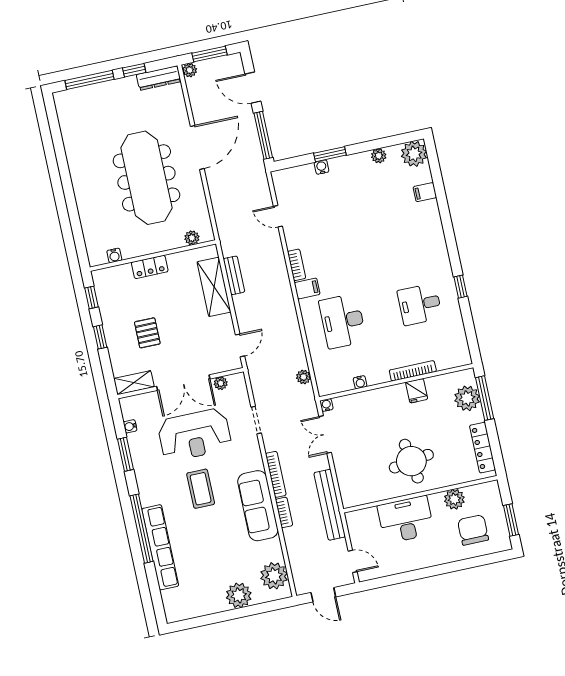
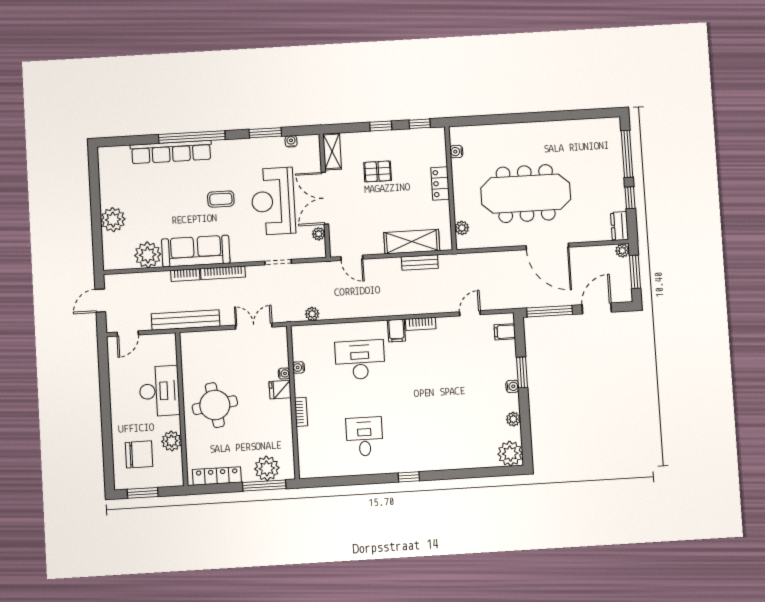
dresser: (159, 78) -> (620, 226), width x0.70
water cooler: (322, 167) -> (512, 386), moved
filing cabinet: (425, 192) -> (505, 332), moved, turned -90
window: (461, 287) -> (409, 477), moved
bookcase: (413, 371) -> (301, 412), width x0.64
fridge: (417, 391) -> (280, 390), moved
water cooler: (326, 405) -> (284, 374), moved
coffee table: (201, 489) -> (221, 199), width x0.73, depth x0.77
plant: (274, 576) -> (148, 255), moved

